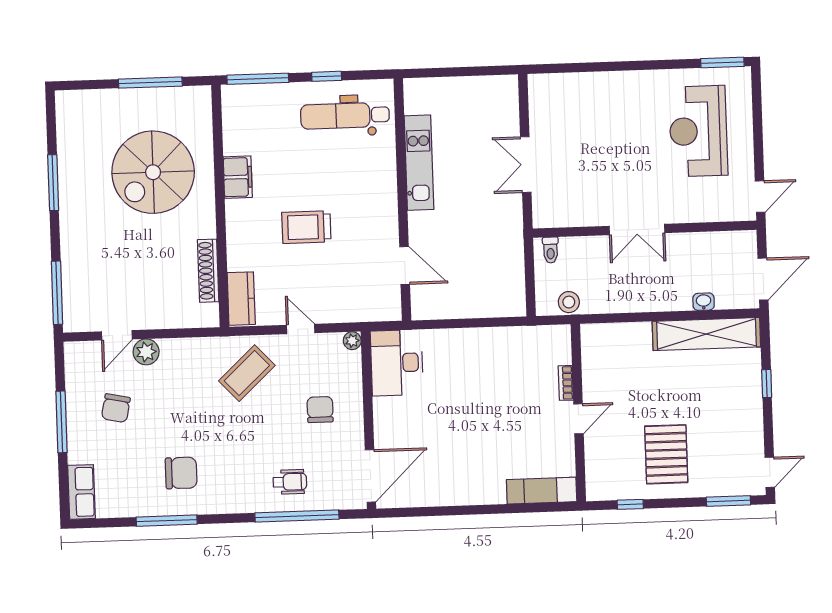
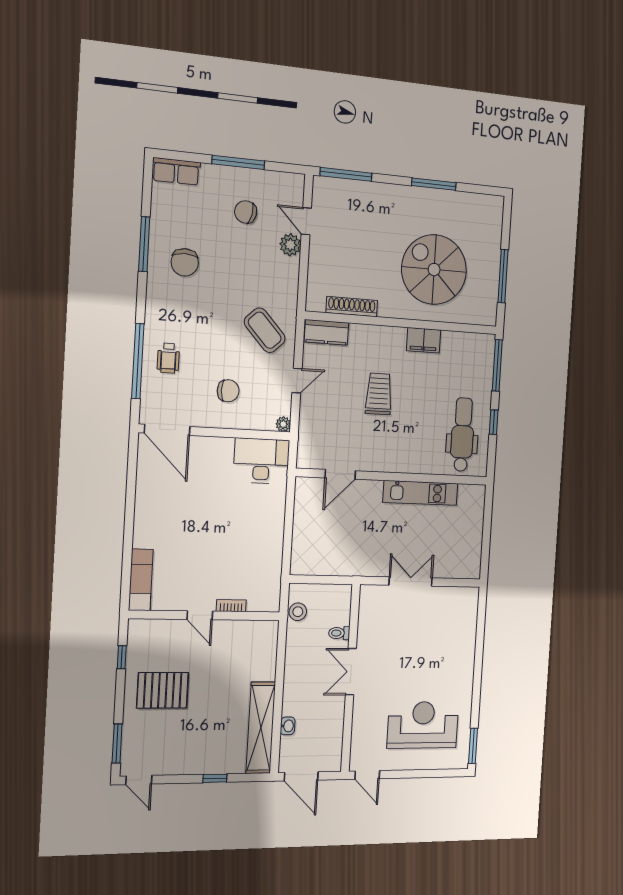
toilet: (551, 250) -> (339, 633), moved

